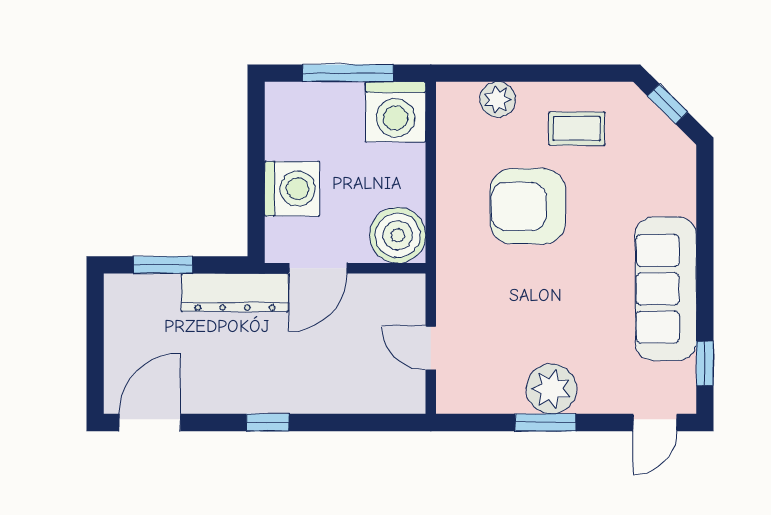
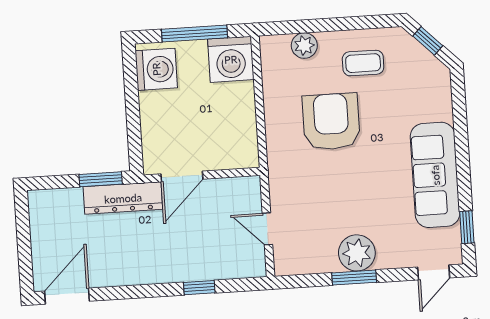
washing machine: (292, 189) -> (156, 69), moved
armchair: (528, 206) -> (331, 122), turned 90
boiler: (398, 235) -> (238, 149), removed
window: (163, 265) -> (101, 179), moved
window: (268, 422) -> (199, 288), moved

